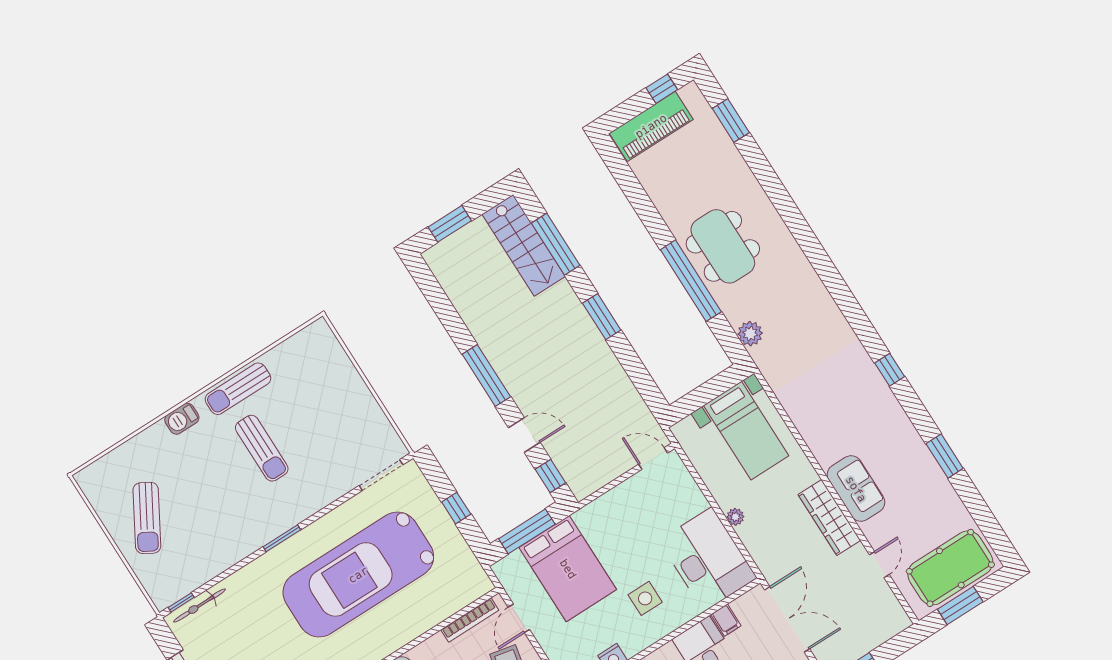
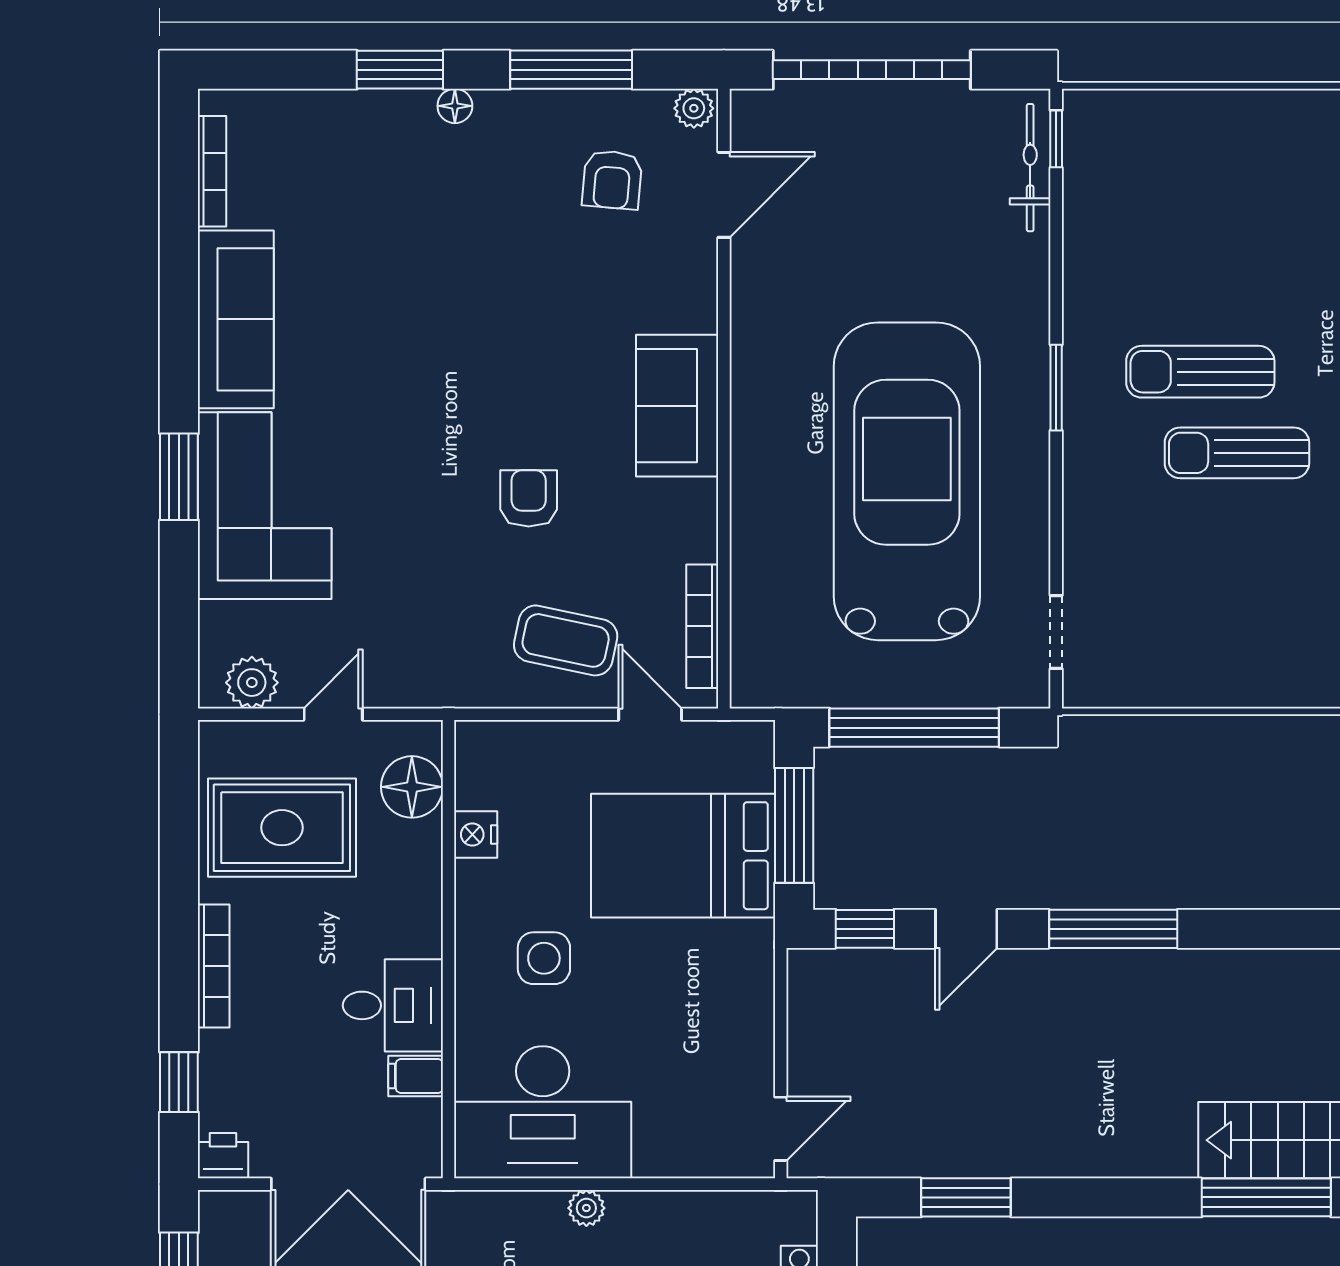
window: (602, 317) -> (966, 1197), moved
doorway: (381, 475) -> (1056, 632), width x0.73
window: (456, 508) -> (914, 728), width x3.17
sun lounger: (147, 518) -> (1200, 372), moved, turned -30

